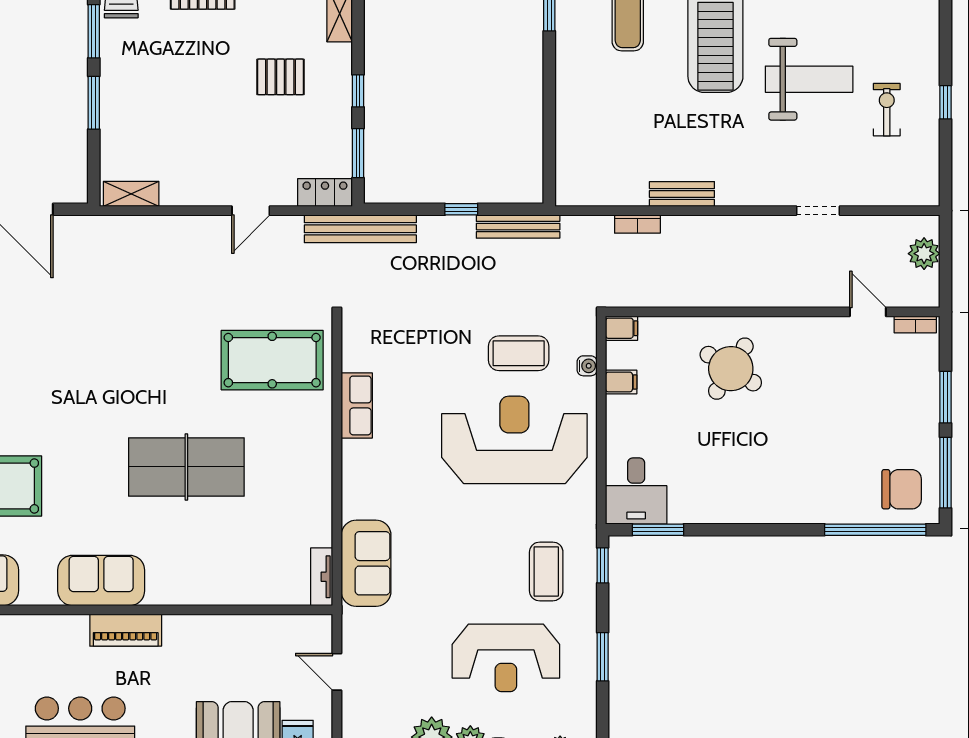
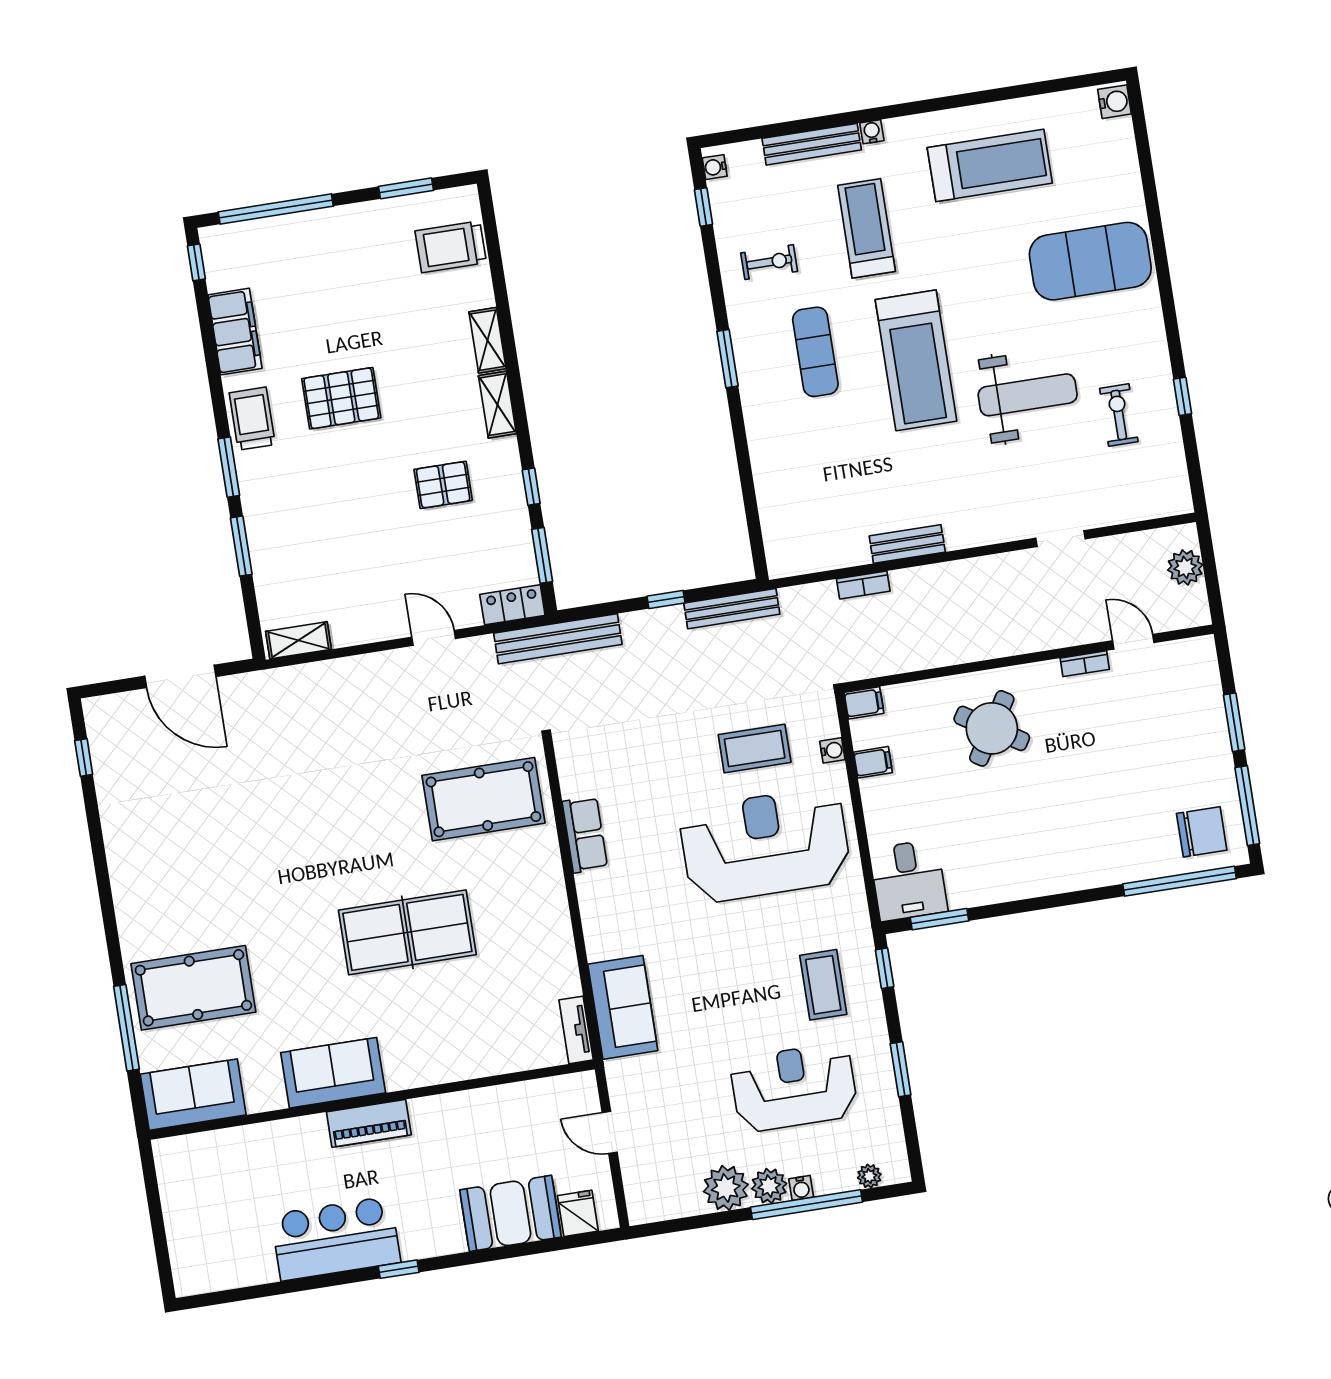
door: (251, 211) -> (434, 638), swing flipped
bookcase: (915, 324) -> (1085, 664), moved
reception desk: (506, 658) -> (794, 1087), turned 180

